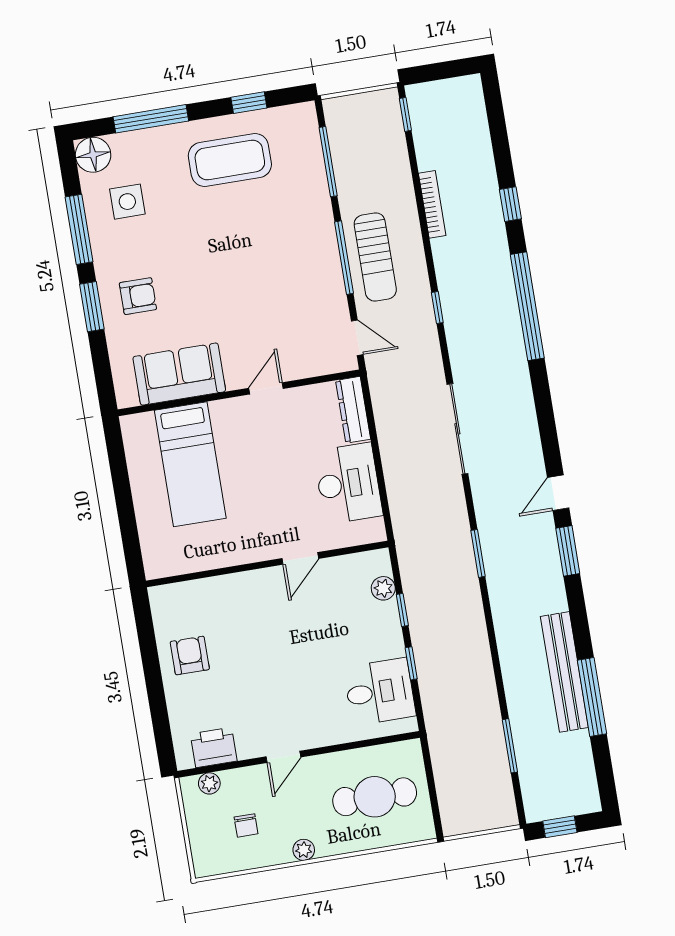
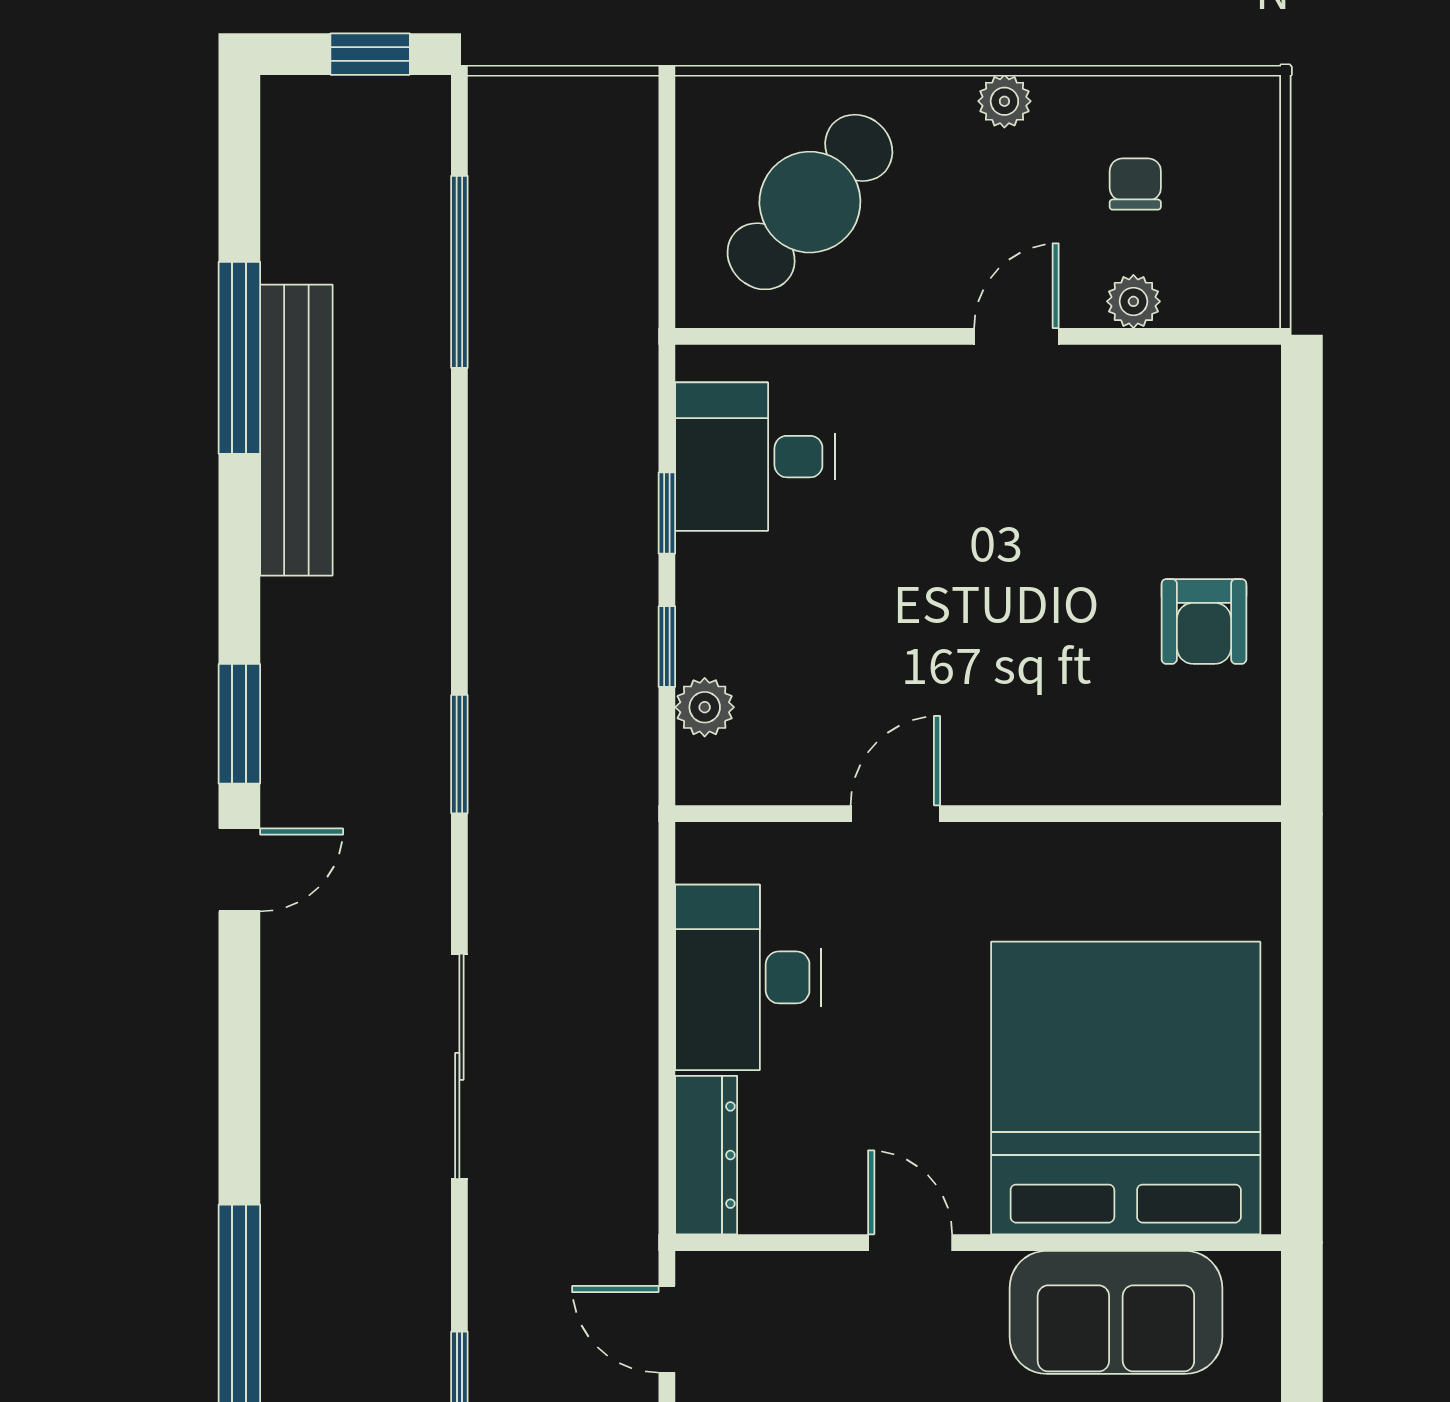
door: (266, 388) -> (910, 1243), swing flipped
bed: (190, 464) -> (1126, 1088), width x2.04
window: (510, 746) -> (459, 272), width x1.44
printer: (214, 747) -> (1183, 387), removed
plant: (209, 783) -> (1133, 301), moved
cafe table: (375, 797) -> (810, 202), turned -48

